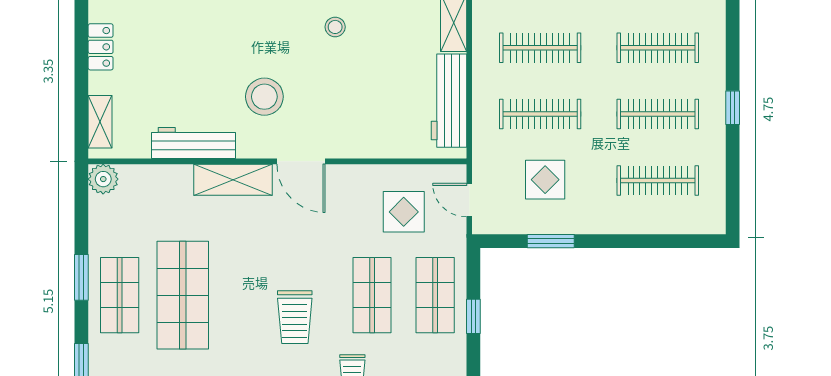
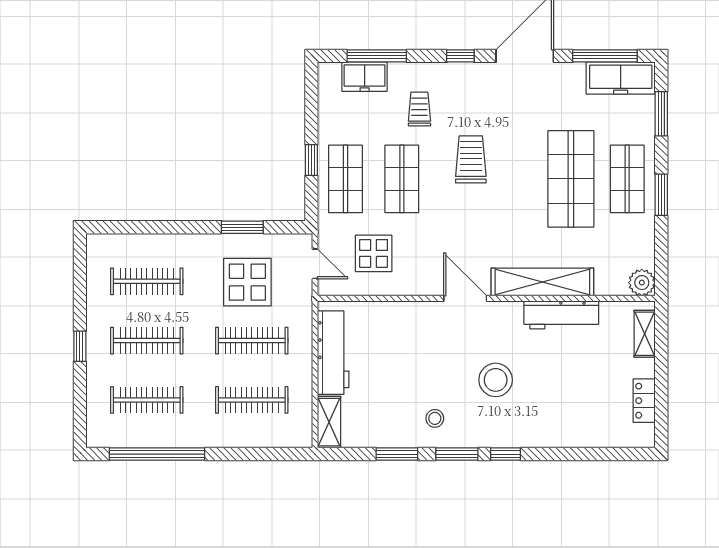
stool: (264, 97) -> (496, 380), moved
shelving: (233, 180) -> (542, 282), width x1.47
display table: (545, 180) -> (247, 282), width x1.36, depth x1.36

